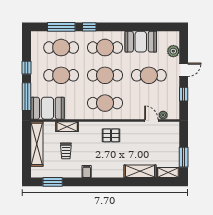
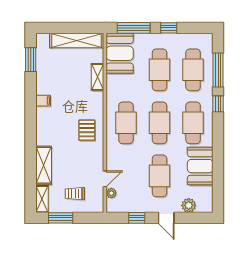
trolley: (66, 151) -> (75, 194), moved

